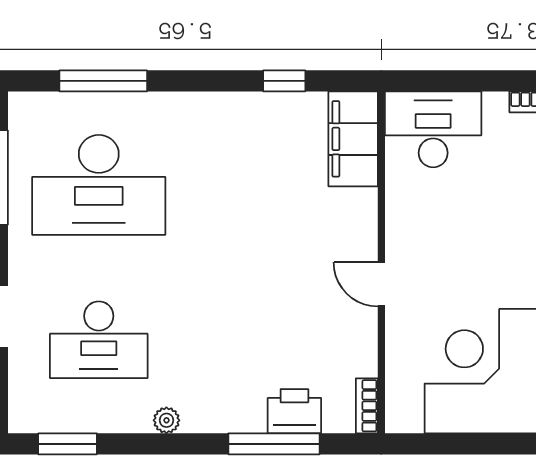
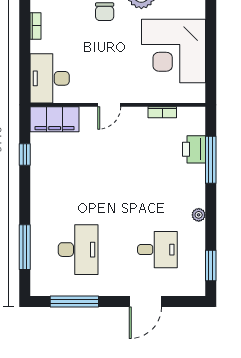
desk: (99, 185) -> (78, 250), width x0.73, depth x0.77
door: (381, 284) -> (109, 105), moved
desk: (99, 340) -> (157, 250), width x0.73
bookcase: (367, 406) -> (162, 112), moved

